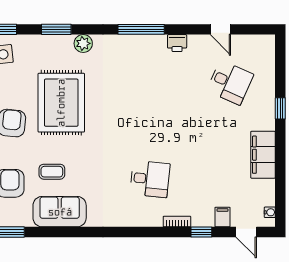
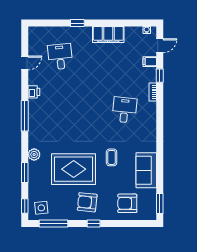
desk: (230, 83) -> (60, 57), turned -30
coffee table: (52, 172) -> (112, 157), moved

